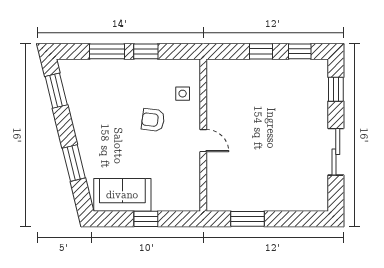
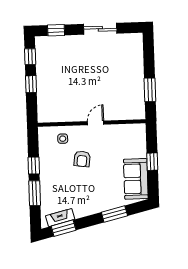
fireplace: (71, 86) -> (60, 218), added

